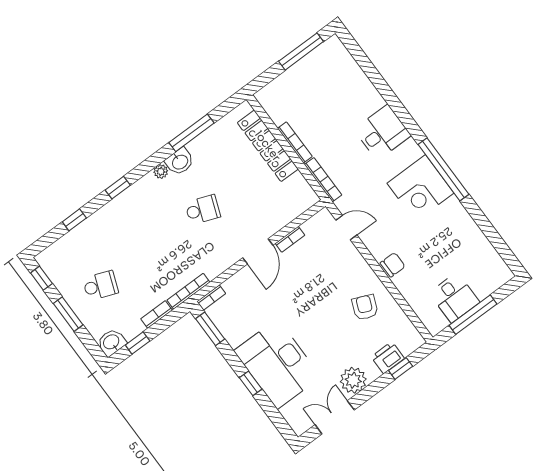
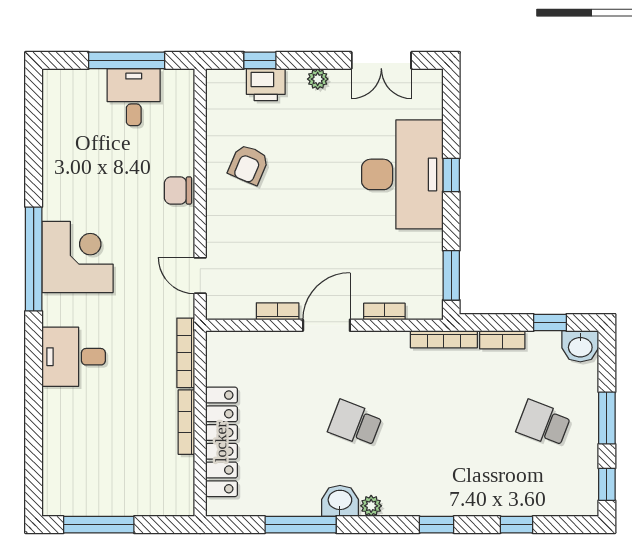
bookcase: (211, 298) -> (384, 312), moved
plant: (353, 380) -> (318, 79), width x0.53, depth x0.53

